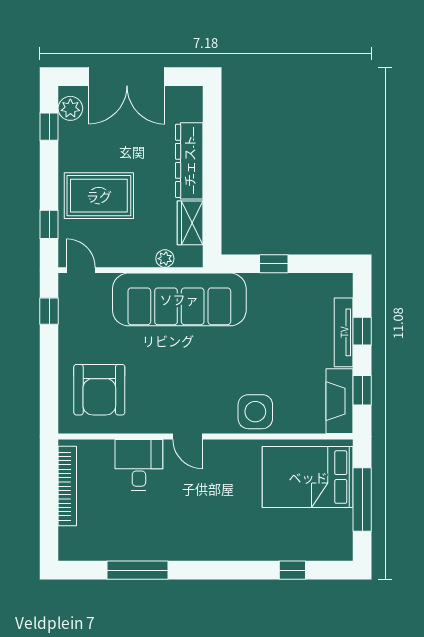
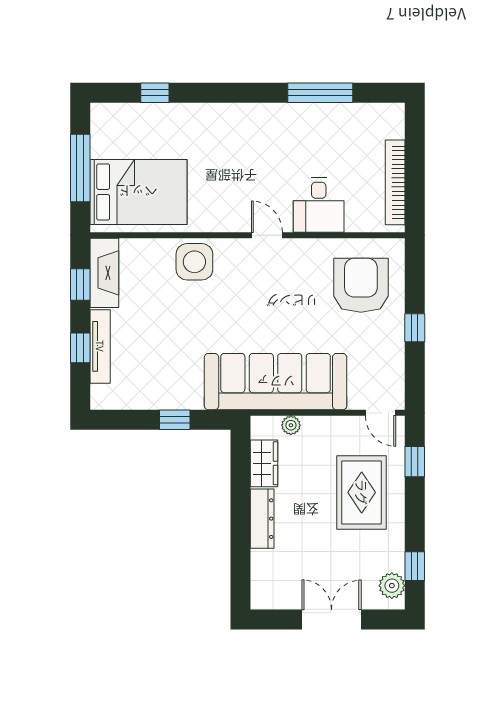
double door: (127, 77) -> (332, 619), width x0.73
dresser: (189, 161) -> (262, 519), width x0.73, depth x0.80
rug: (99, 196) -> (362, 492), turned 90
window: (49, 311) -> (415, 328), moved

